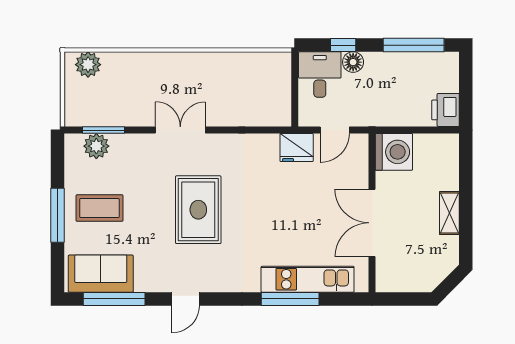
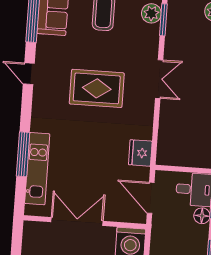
door: (335, 130) -> (151, 198), width x1.38
fridge: (297, 148) -> (140, 153), moved

